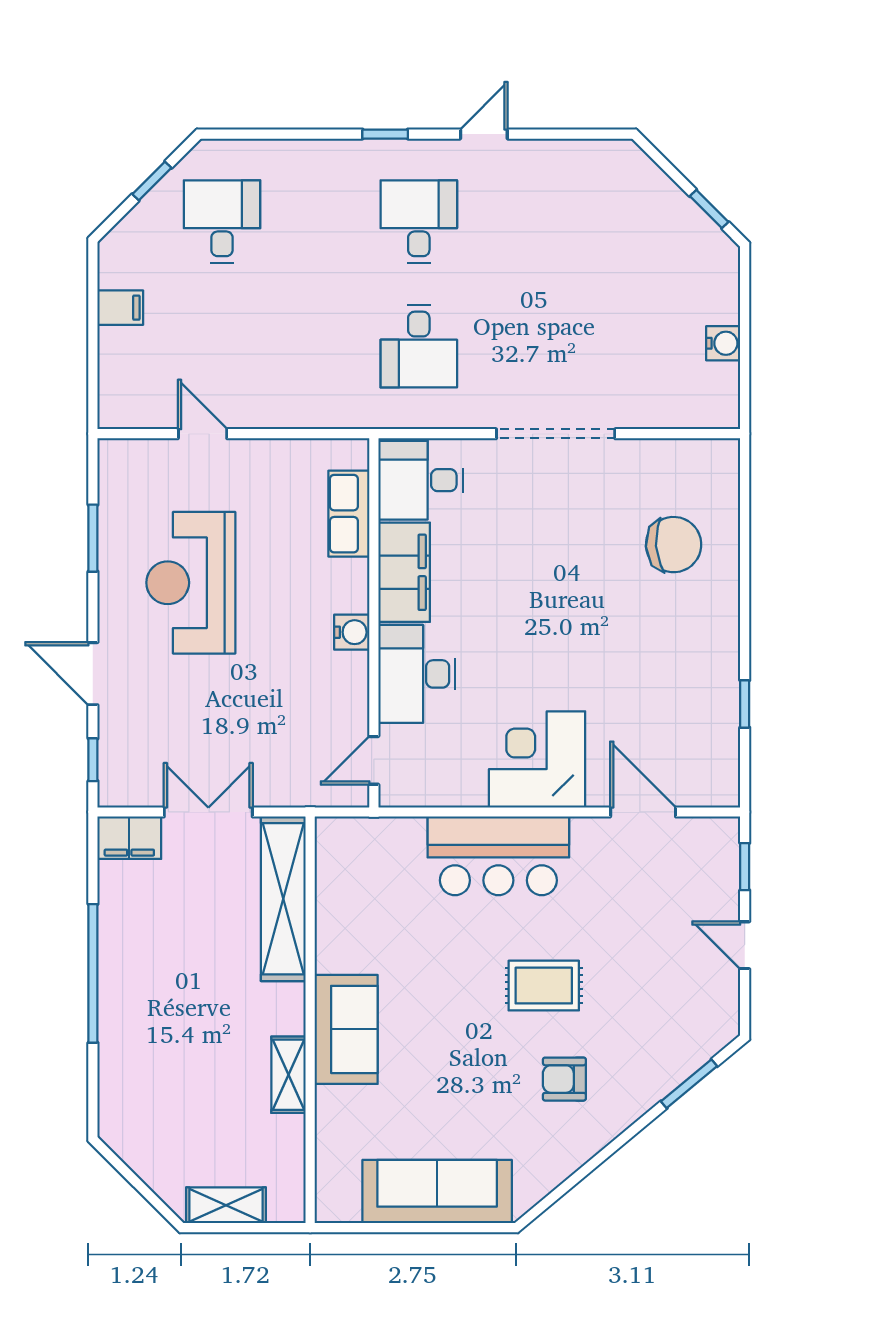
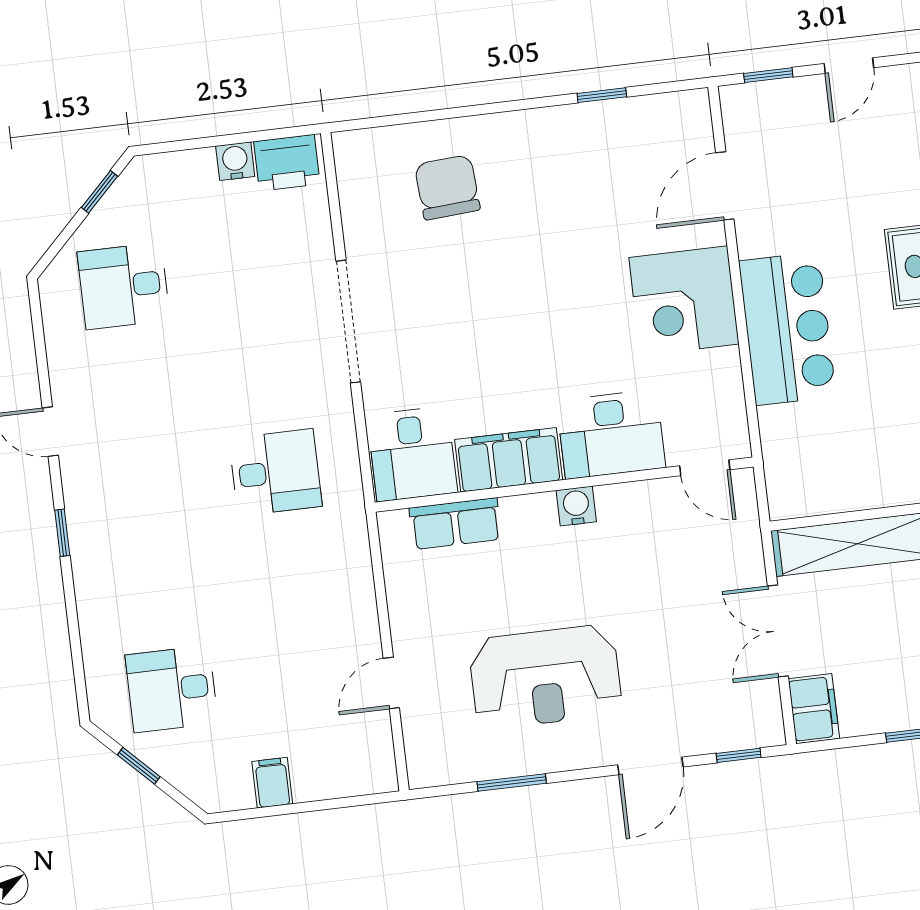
desk: (419, 222) -> (124, 286), moved
printer: (716, 393) -> (287, 163), added

